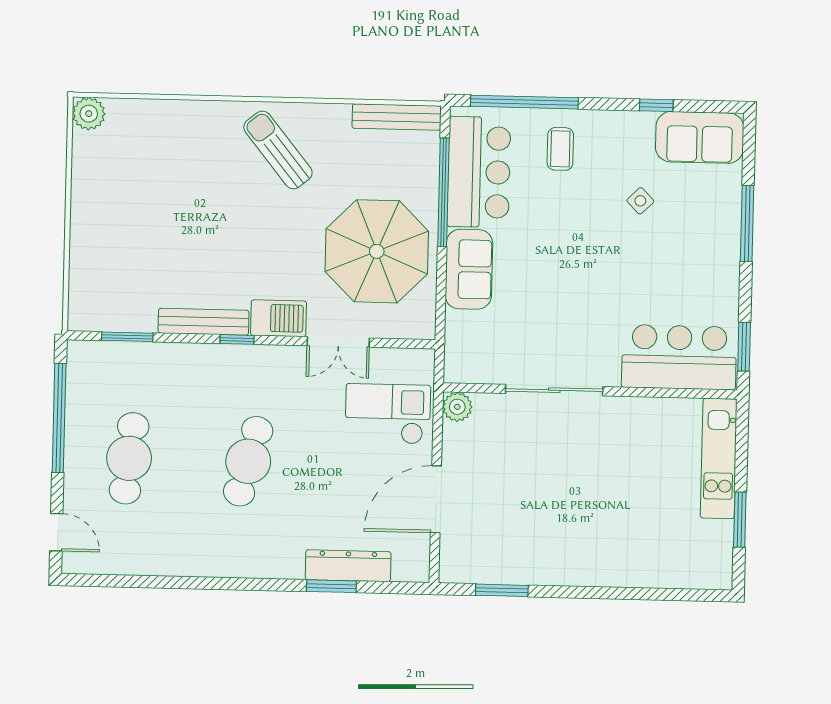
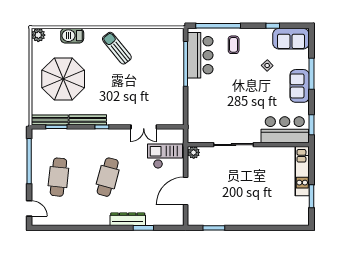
bench: (397, 117) -> (50, 120), moved
parasol: (377, 251) -> (63, 79), moved
sofa: (469, 269) -> (300, 86), moved, turned 180
barbecue: (279, 318) -> (72, 36), moved, turned 180
dresser: (348, 566) -> (128, 219), moved

